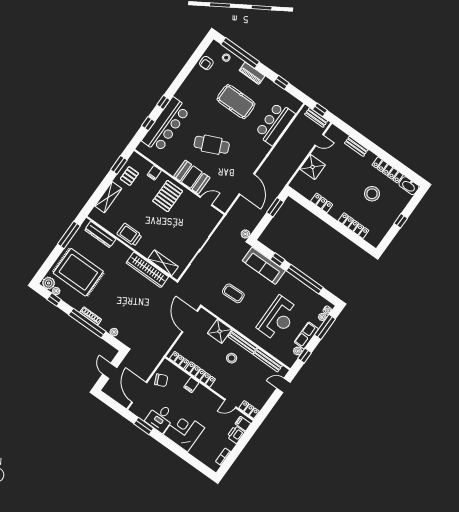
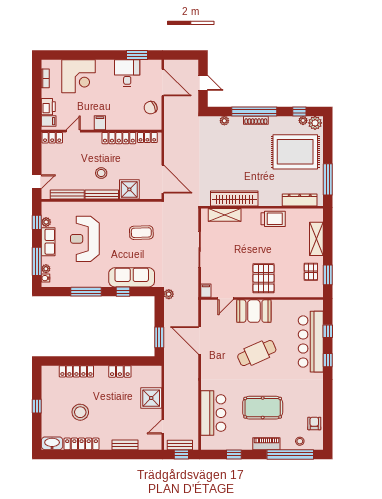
filing cabinet: (154, 173) -> (206, 291), moved
window: (305, 279) -> (86, 292), width x0.68
filing cabinet: (191, 385) -> (100, 123), moved
corner desk: (184, 431) -> (78, 76), moved

